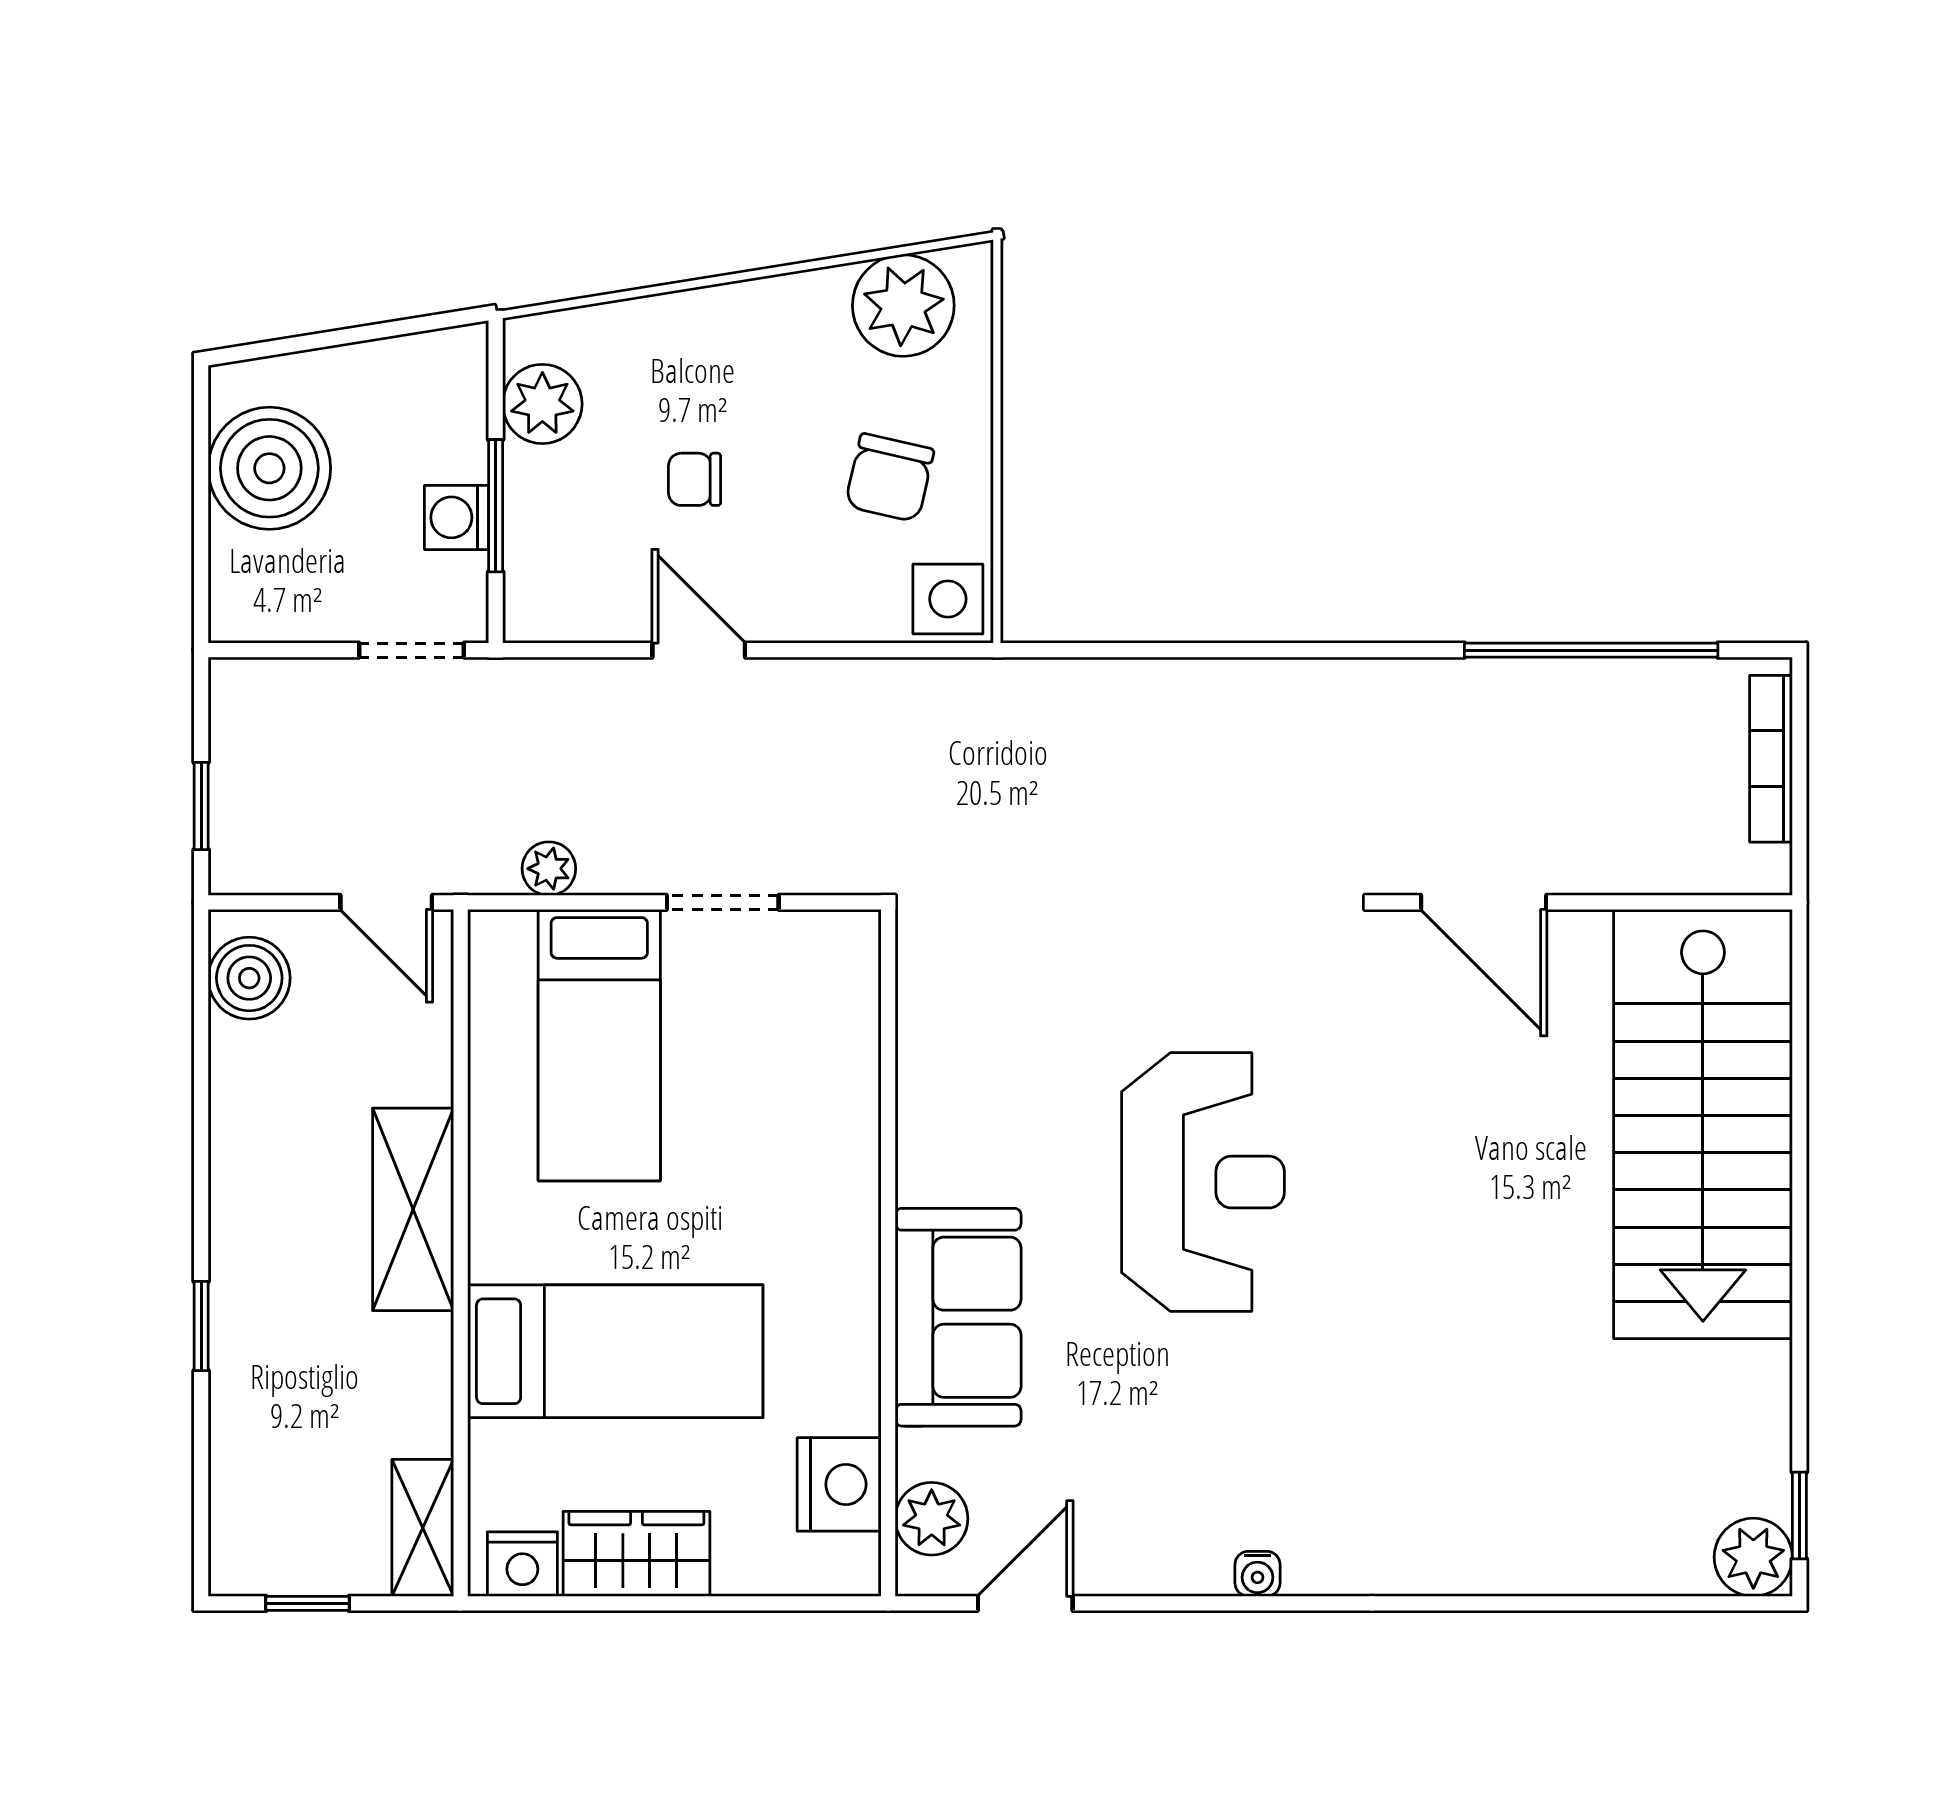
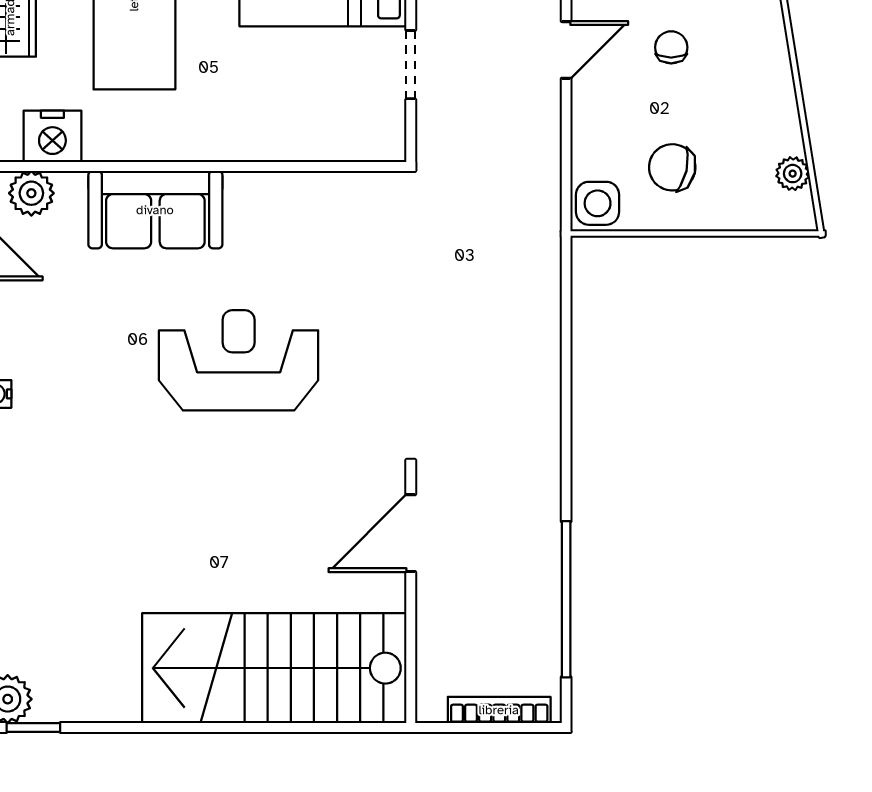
plant: (903, 306) -> (793, 174), width x0.53, depth x0.53
reception desk: (1203, 1182) -> (239, 360), turned 180

